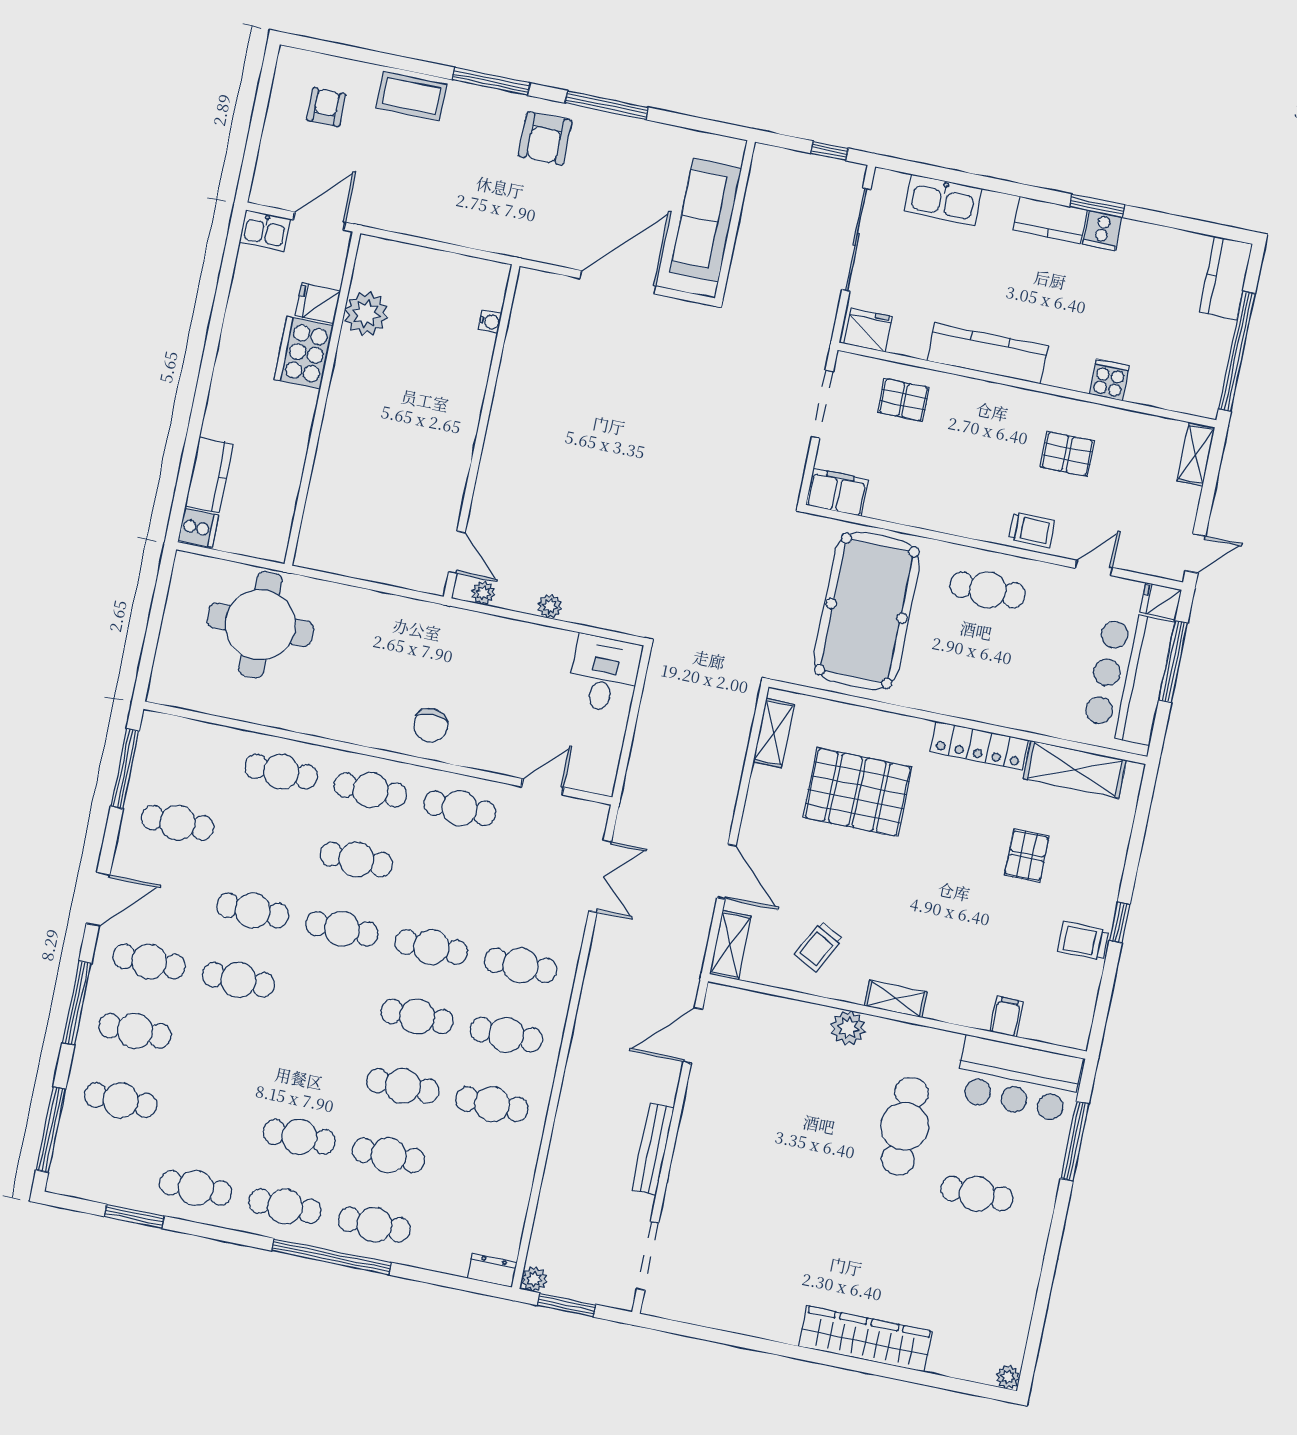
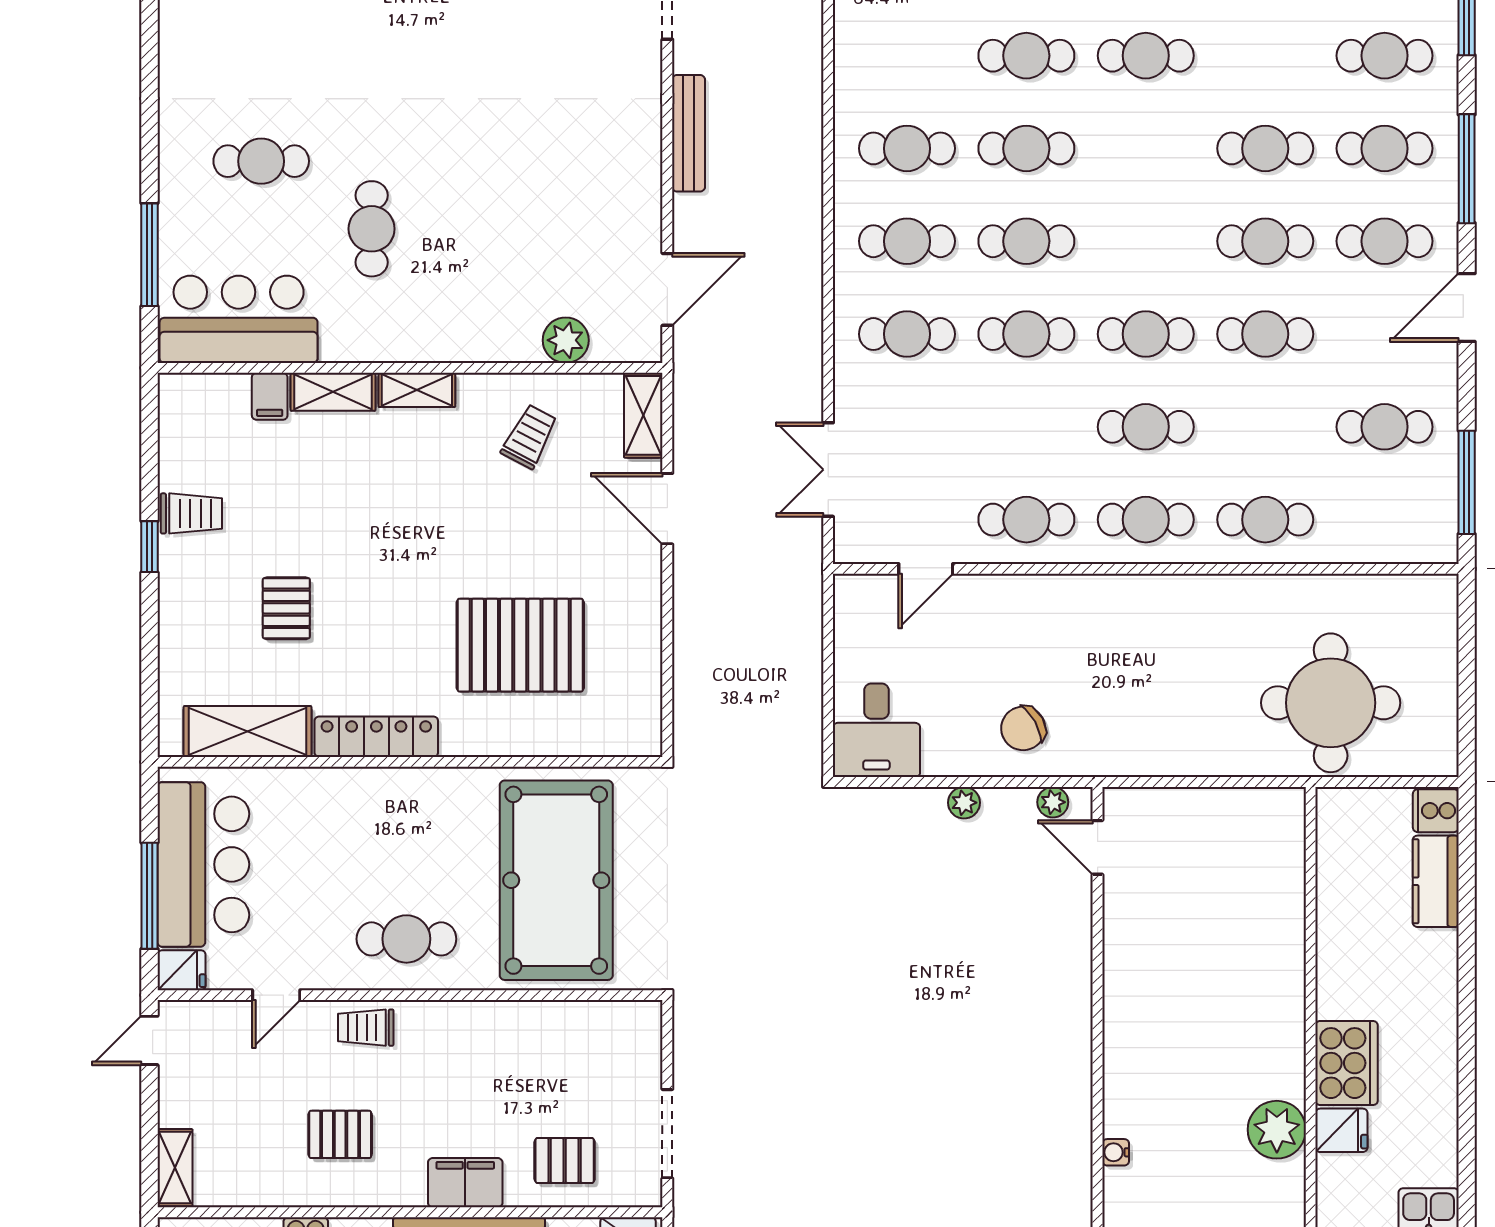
filing cabinet: (837, 492) -> (465, 1183), moved, turned 180
chair: (431, 725) -> (1023, 728), moved, turned -119
shelving: (774, 733) -> (333, 392), moved, turned 90
plant: (848, 1028) -> (566, 340), moved
cafe table: (224, 1049) -> (1265, 148), added
cafe table: (905, 1126) -> (372, 229), width x0.73, depth x0.74

